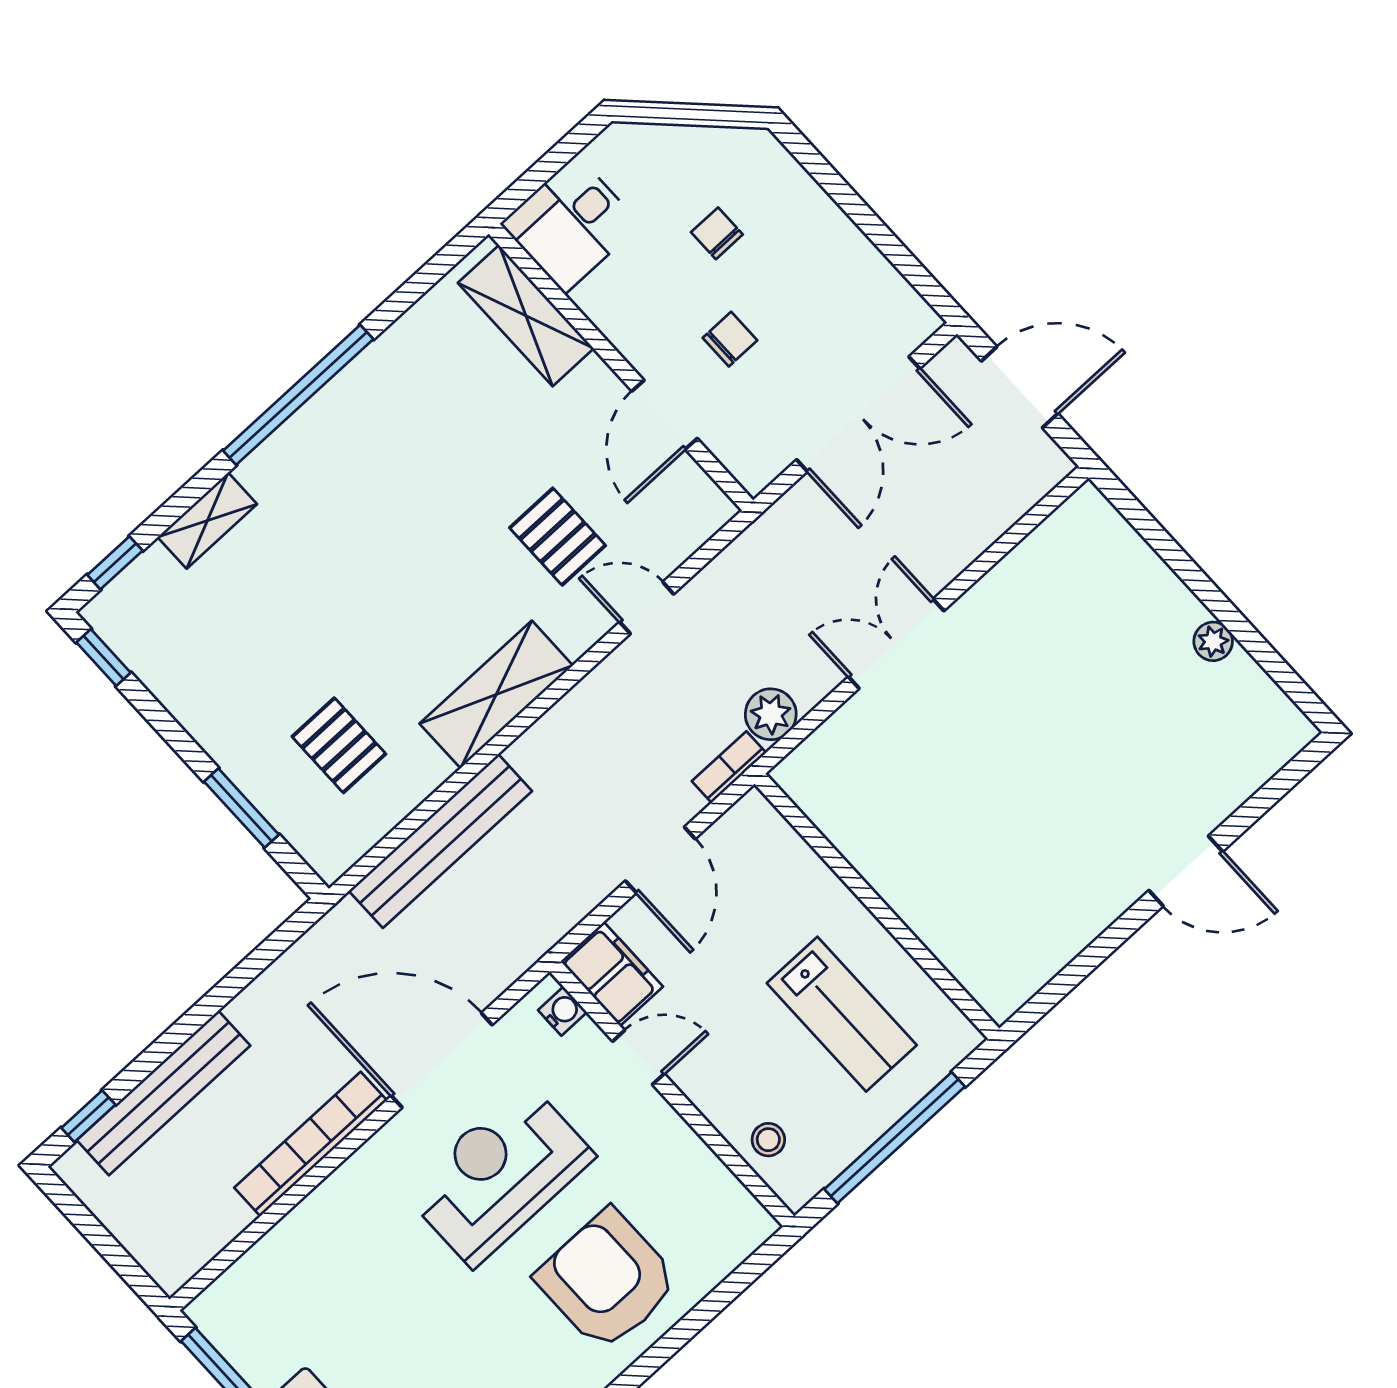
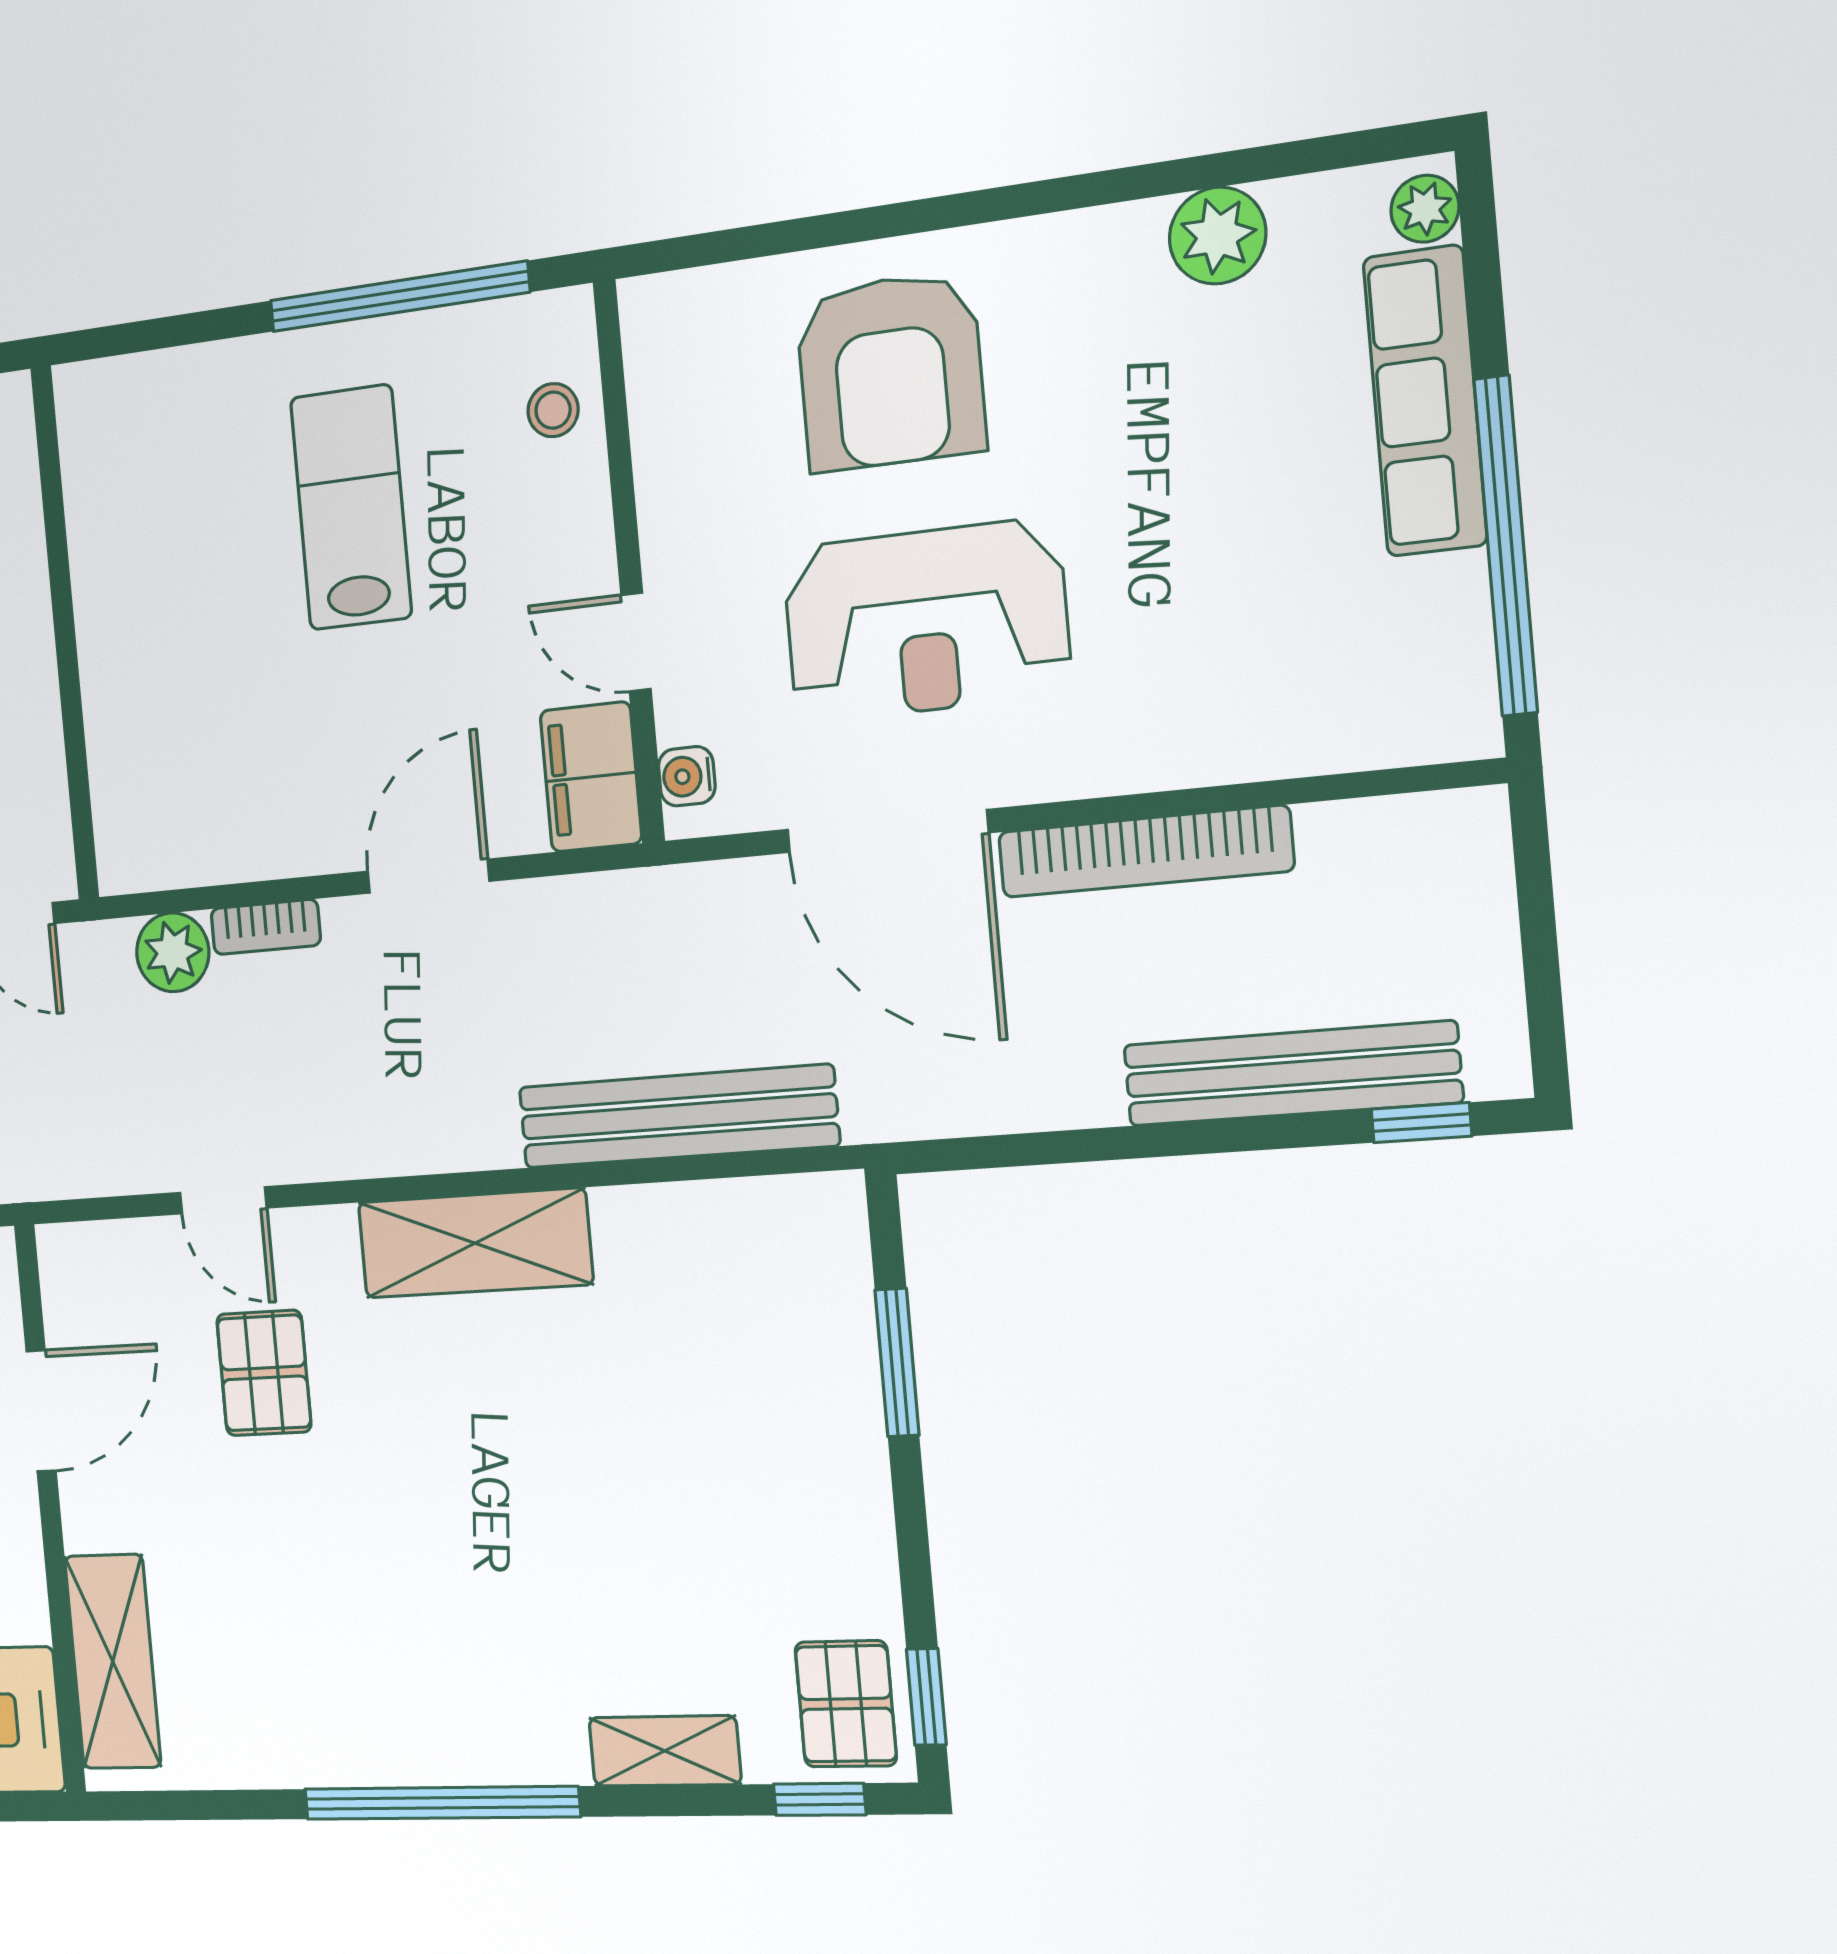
pallet: (339, 745) -> (846, 1704), moved
wall: (877, 906) -> (65, 633), moved

